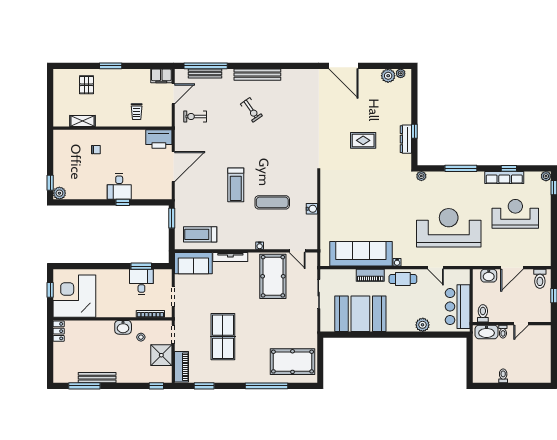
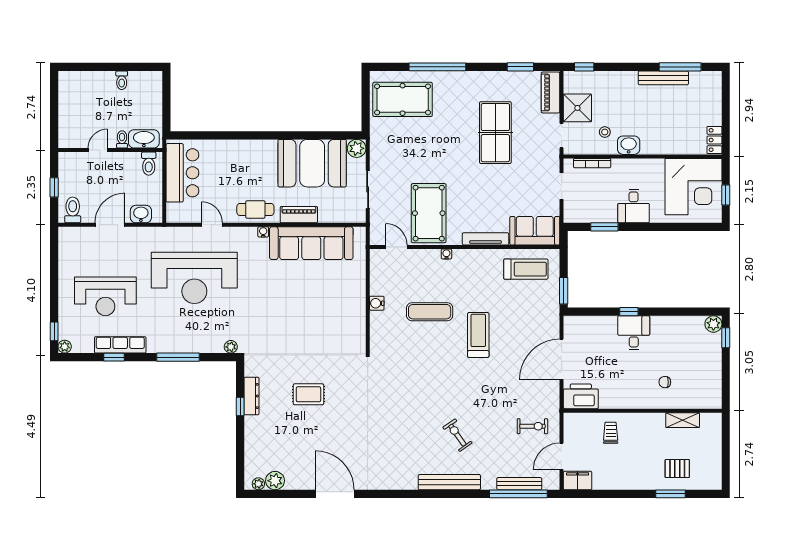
window: (111, 66) -> (671, 494), moved
pallet: (87, 85) -> (677, 469), turned 90
desk: (141, 282) -> (634, 206), moved
plant: (423, 325) -> (357, 148), moved

